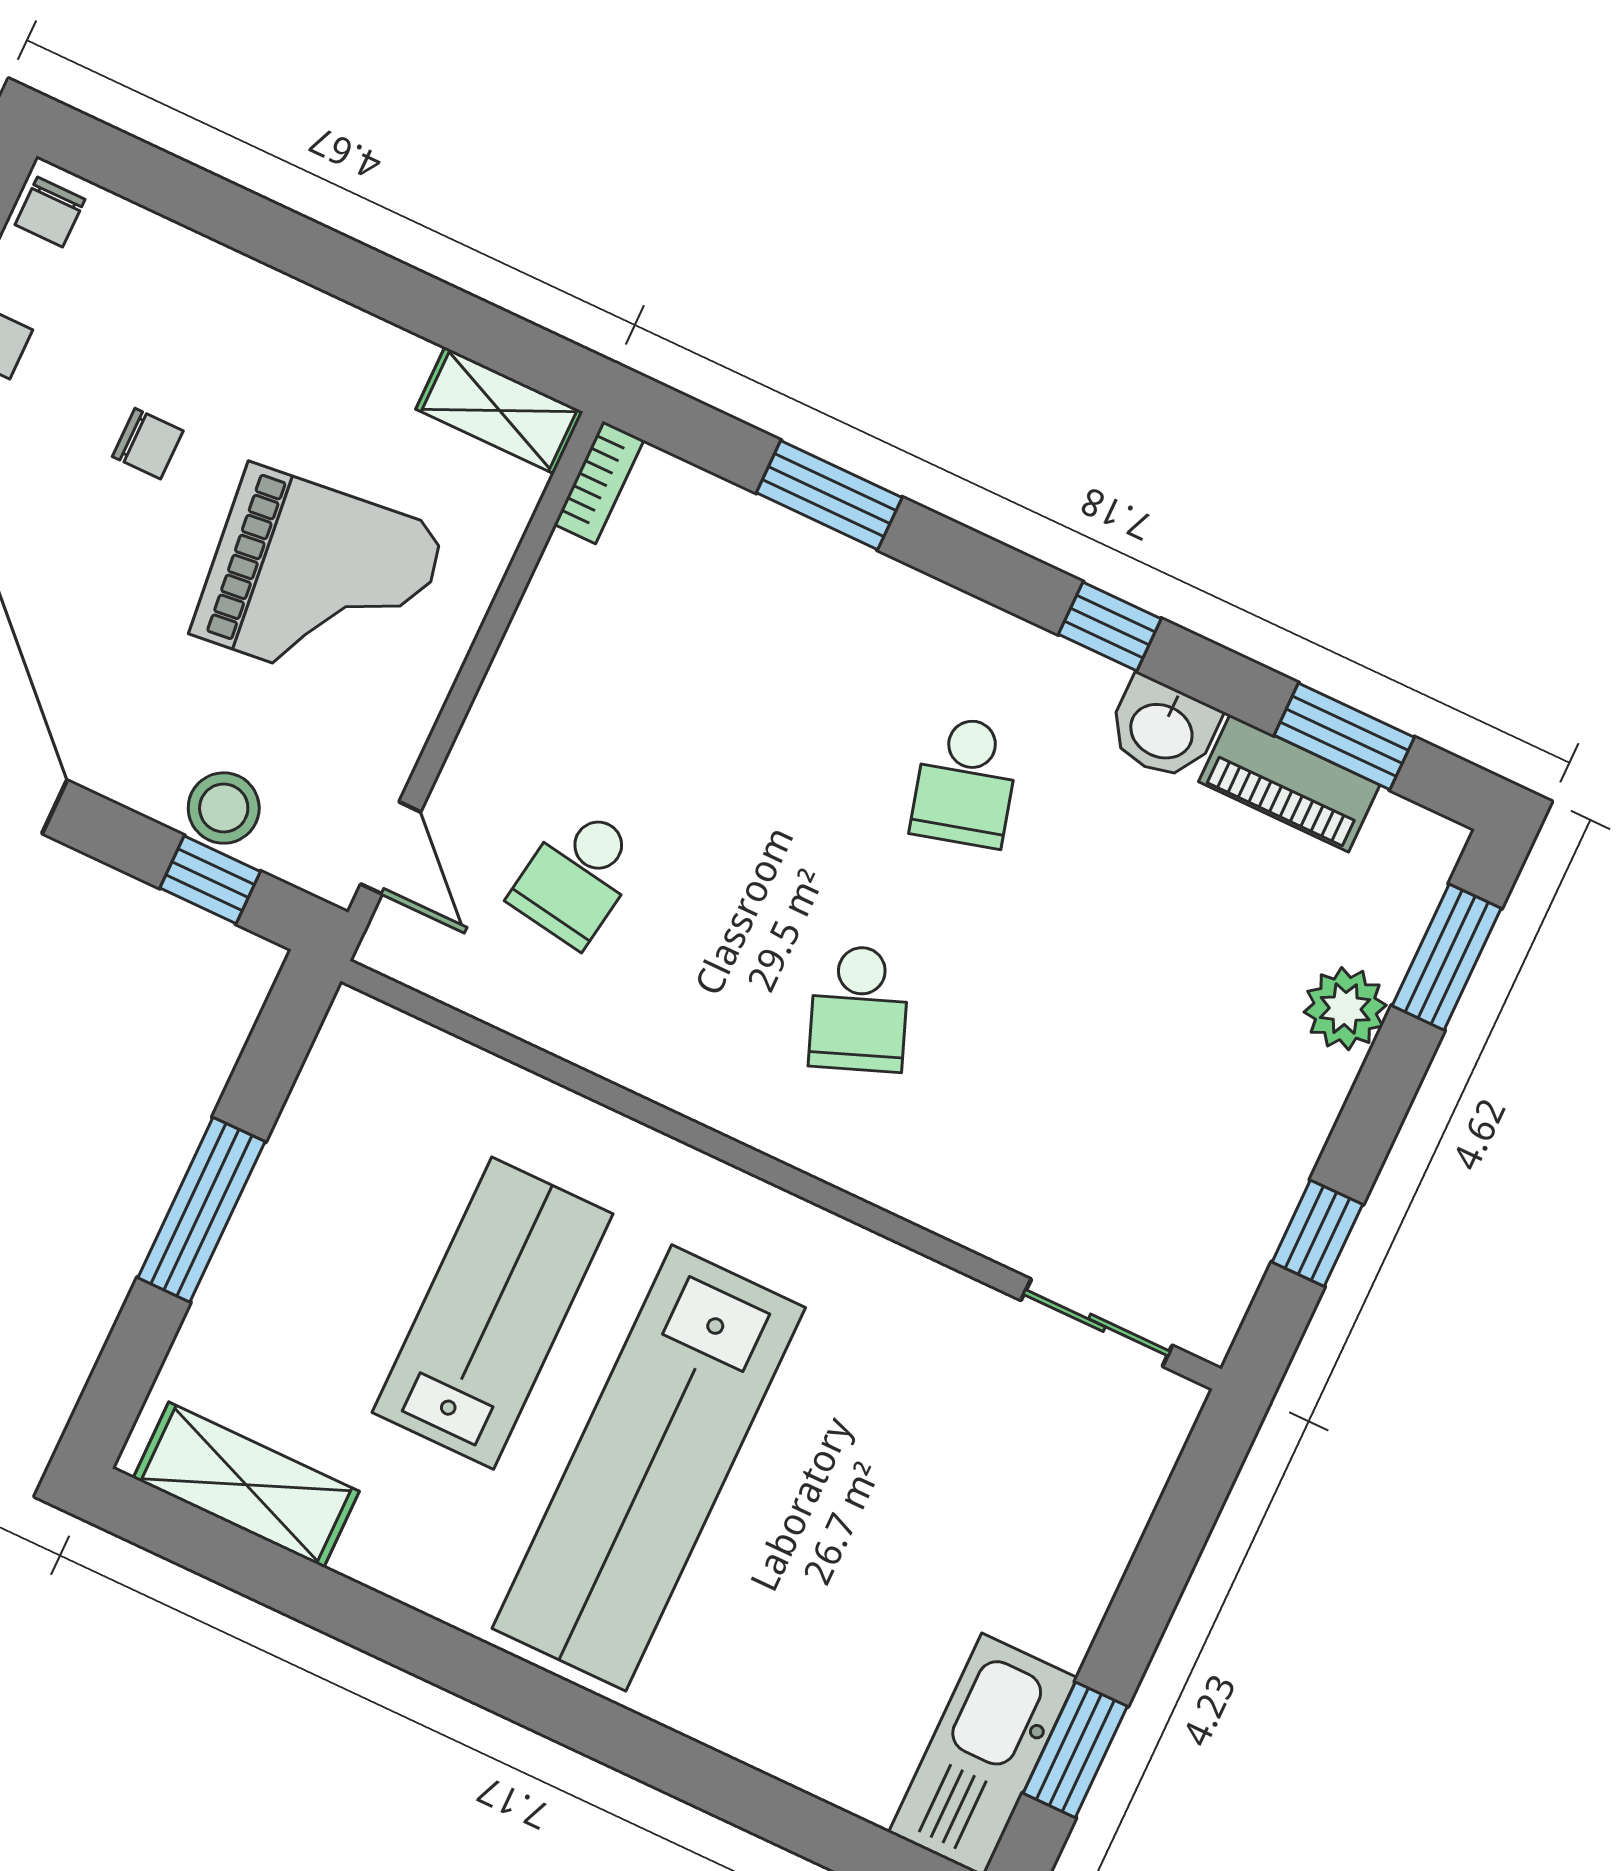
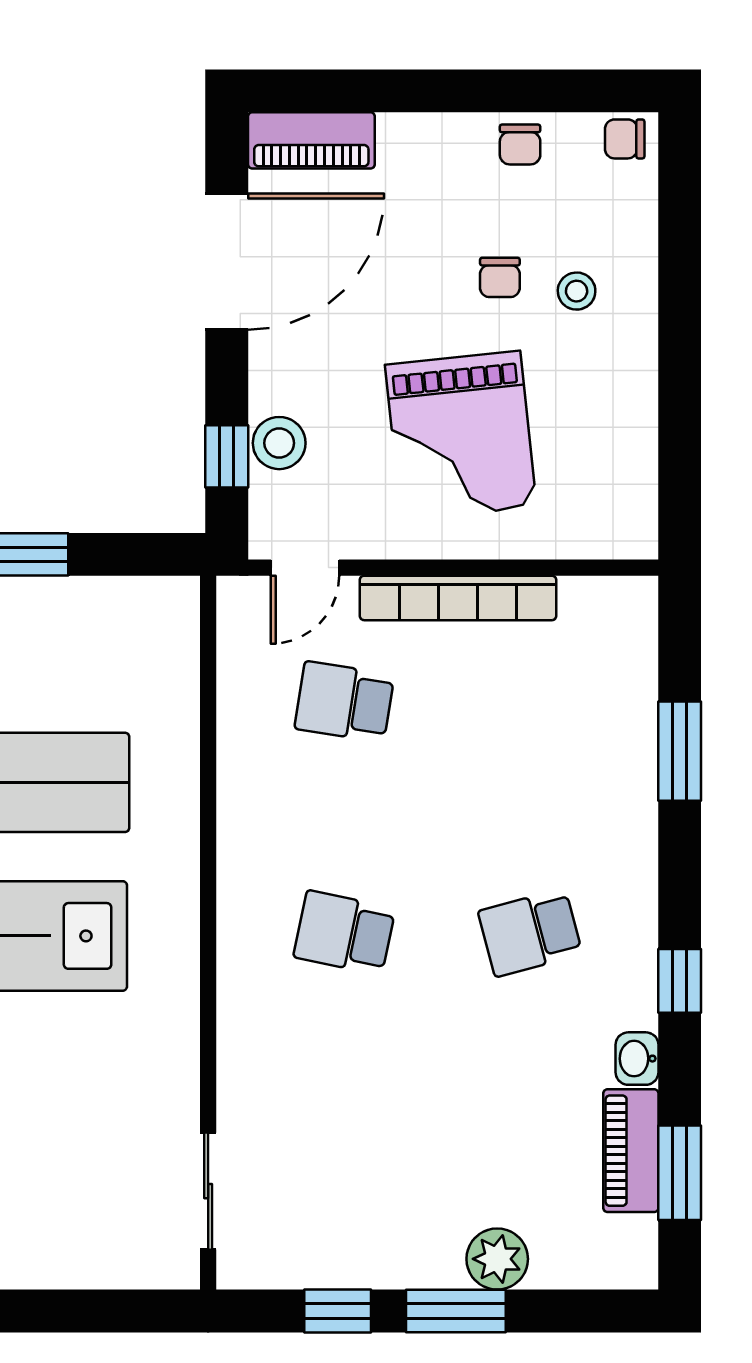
stool: (208, 358) -> (577, 291), added
shelving: (499, 410) -> (633, 503), removed
bookcase: (599, 482) -> (458, 598), moved, width x2.31, depth x1.31
washbasin: (1162, 729) -> (637, 1059), width x0.72, depth x0.69
window: (1447, 957) -> (456, 1311), moved
school desk: (859, 1009) -> (344, 933), turned 33

